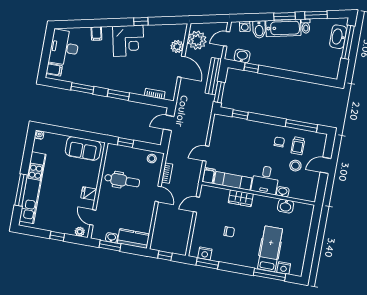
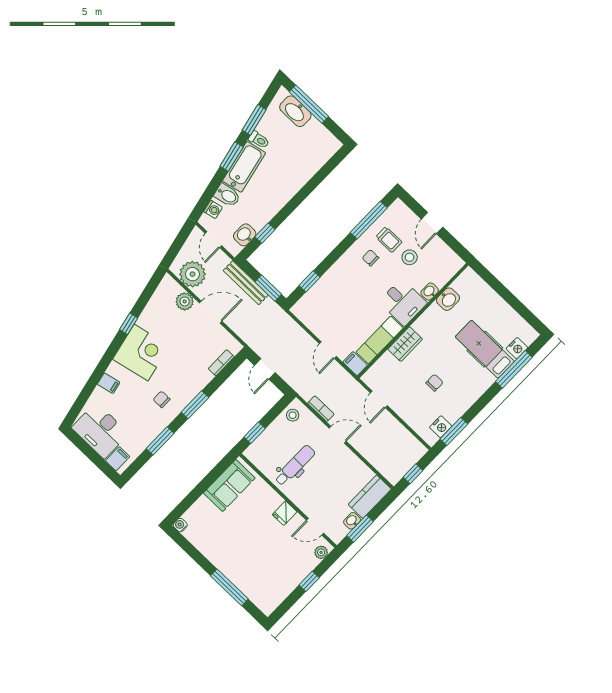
chair: (108, 72) -> (162, 399), added
kitchen unit: (33, 188) -> (236, 573), removed

